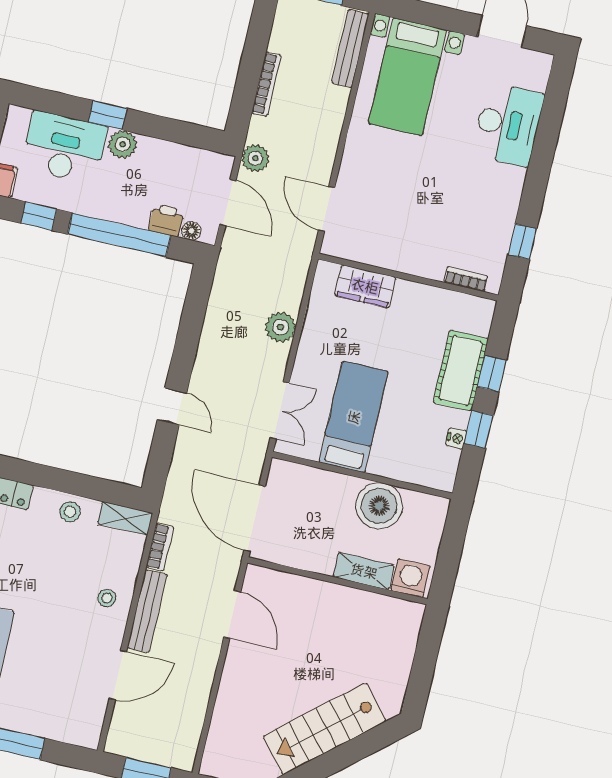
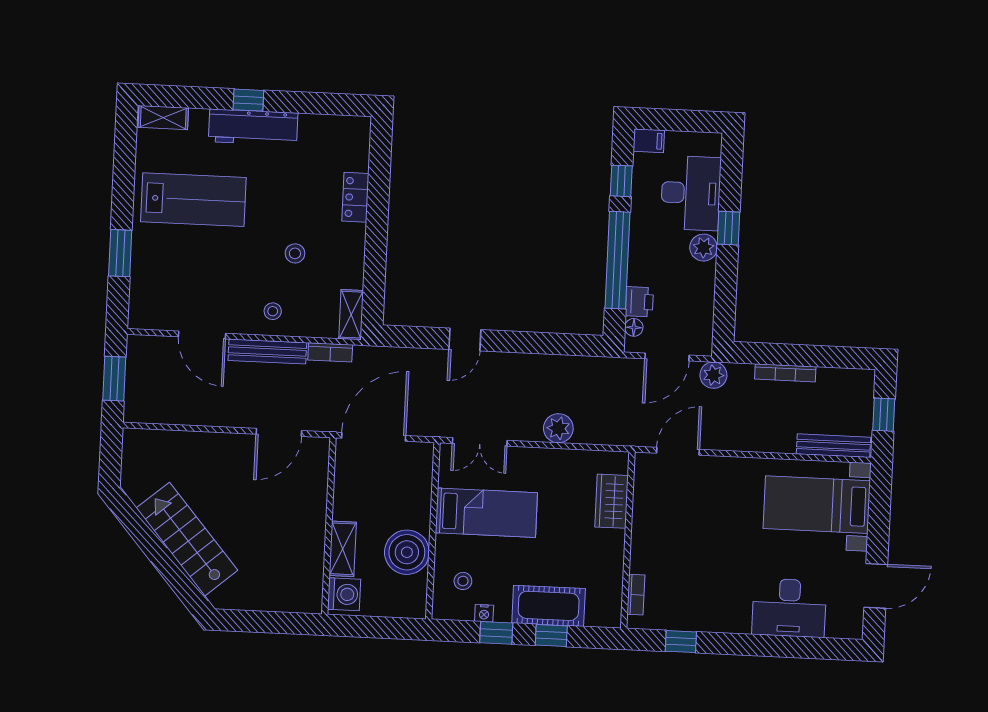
stool: (419, 454) -> (463, 581), added
stool: (70, 512) -> (295, 253), moved

